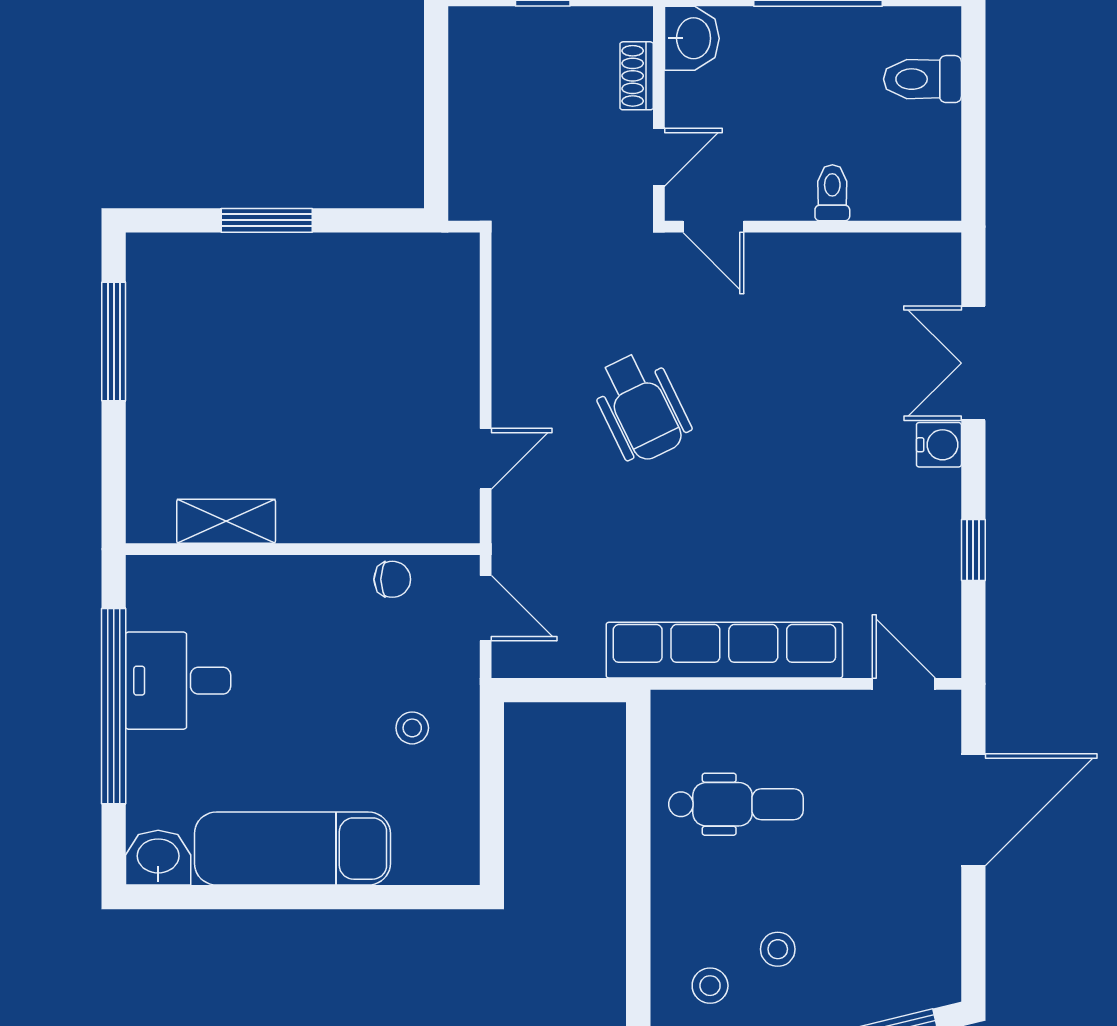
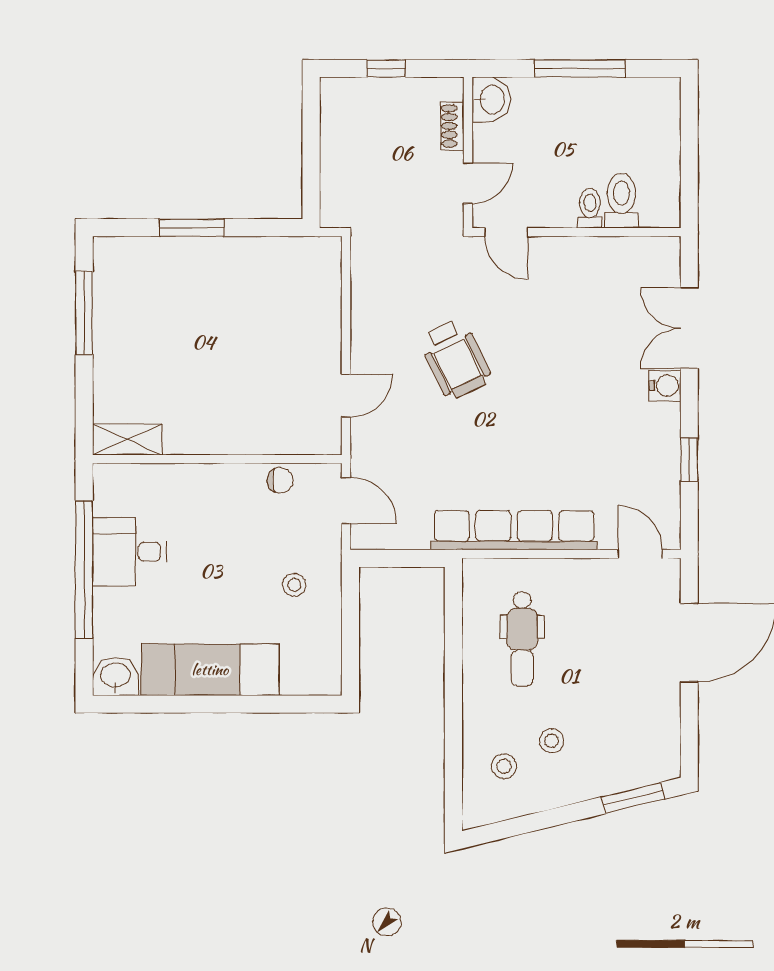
toilet: (922, 79) -> (621, 201), moved, turned 90
shelving: (226, 521) -> (127, 439), moved
dental chair: (736, 804) -> (522, 639), turned 90

